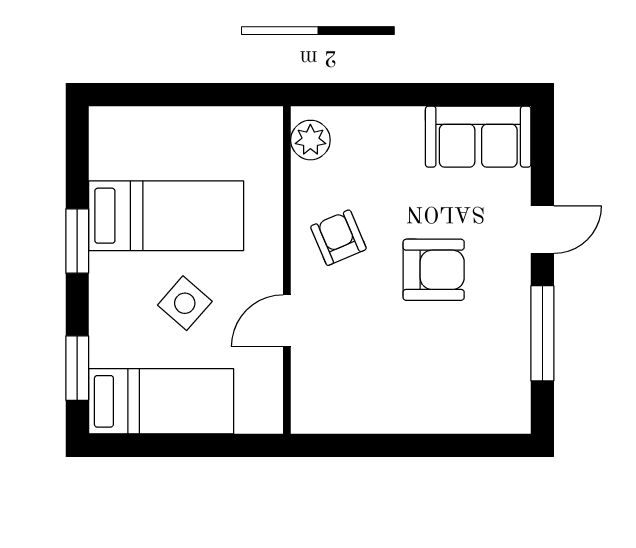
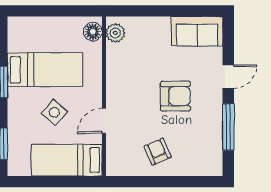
floor lamp: (264, 137) -> (93, 32), added
armchair: (338, 238) -> (158, 152), moved
bed: (161, 401) -> (67, 160), moved, turned 180

